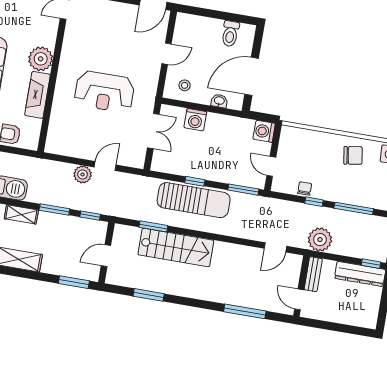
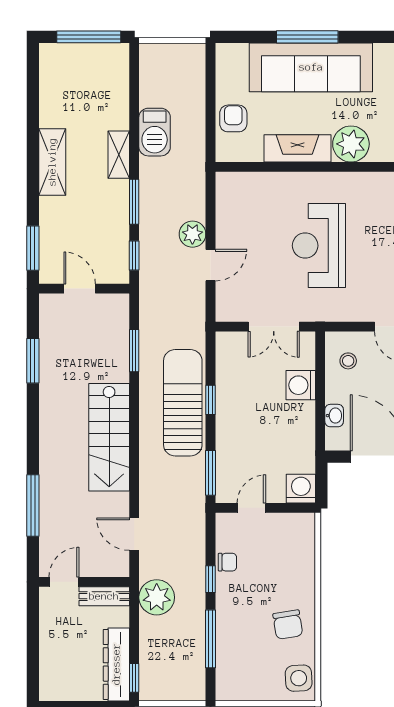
door: (105, 166) -> (210, 265), hinge flipped
sun lounger: (194, 200) -> (183, 403), turned 180
stairs: (176, 247) -> (109, 437), moved

